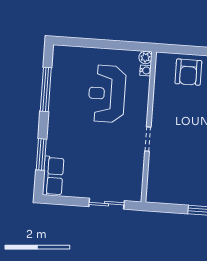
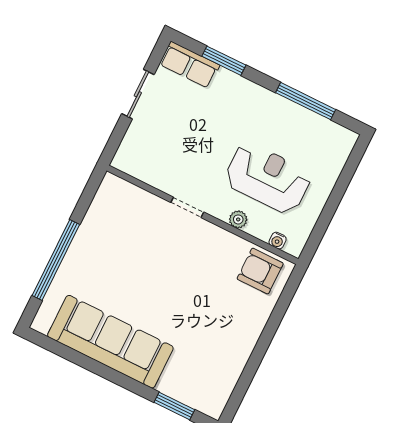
plant: (145, 57) -> (238, 219), moved
armchair: (188, 72) -> (260, 271), moved
sliding door: (107, 204) -> (138, 94), moved

